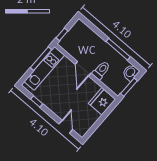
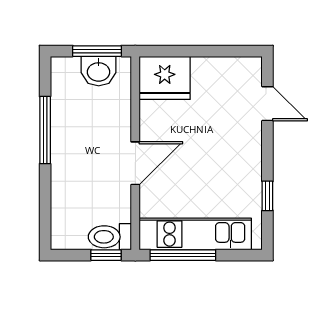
toilet: (101, 70) -> (110, 237), moved
washbasin: (131, 72) -> (99, 71), moved
door: (66, 127) -> (267, 104), swing flipped

